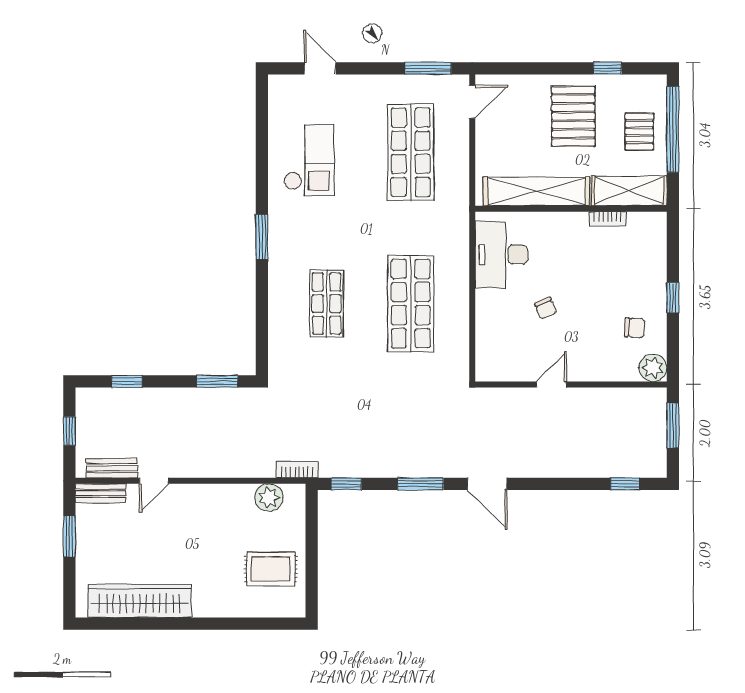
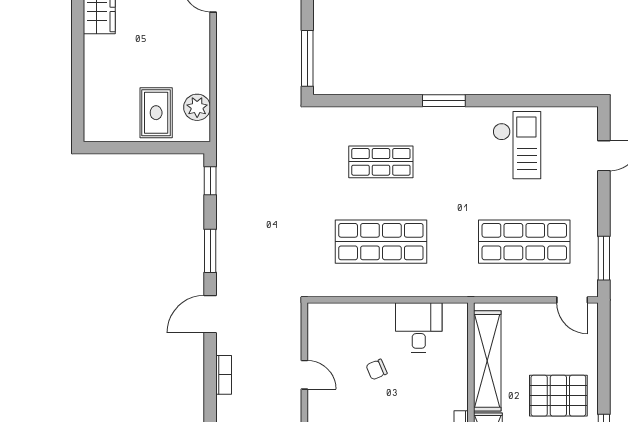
checkout: (309, 160) -> (517, 145), turned -90
desk: (501, 255) -> (419, 327), width x0.73
window: (217, 381) -> (307, 58), width x1.44
bookcase: (297, 470) -> (224, 375), moved
rug: (271, 569) -> (156, 113), moved

